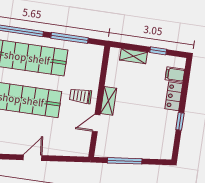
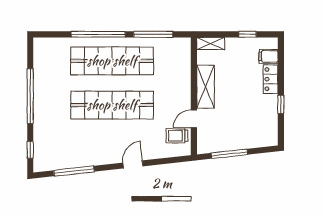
shelving: (133, 56) -> (211, 44), moved
trolley: (81, 96) -> (177, 136), moved
shelving: (108, 101) -> (205, 87), width x1.50, depth x1.33

